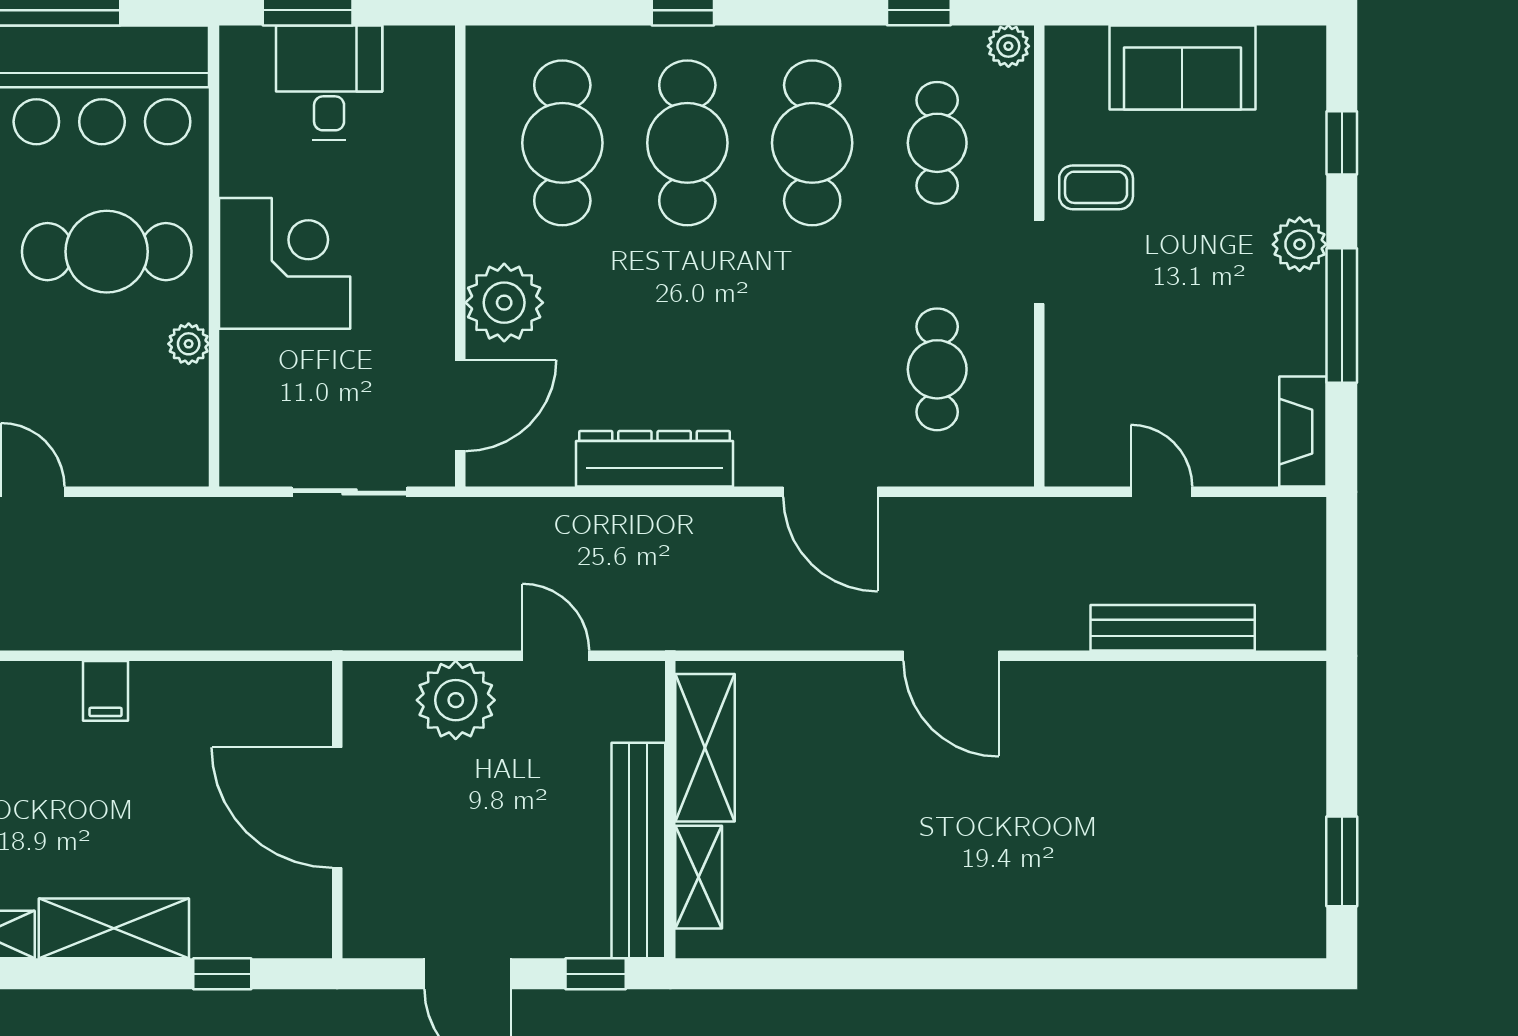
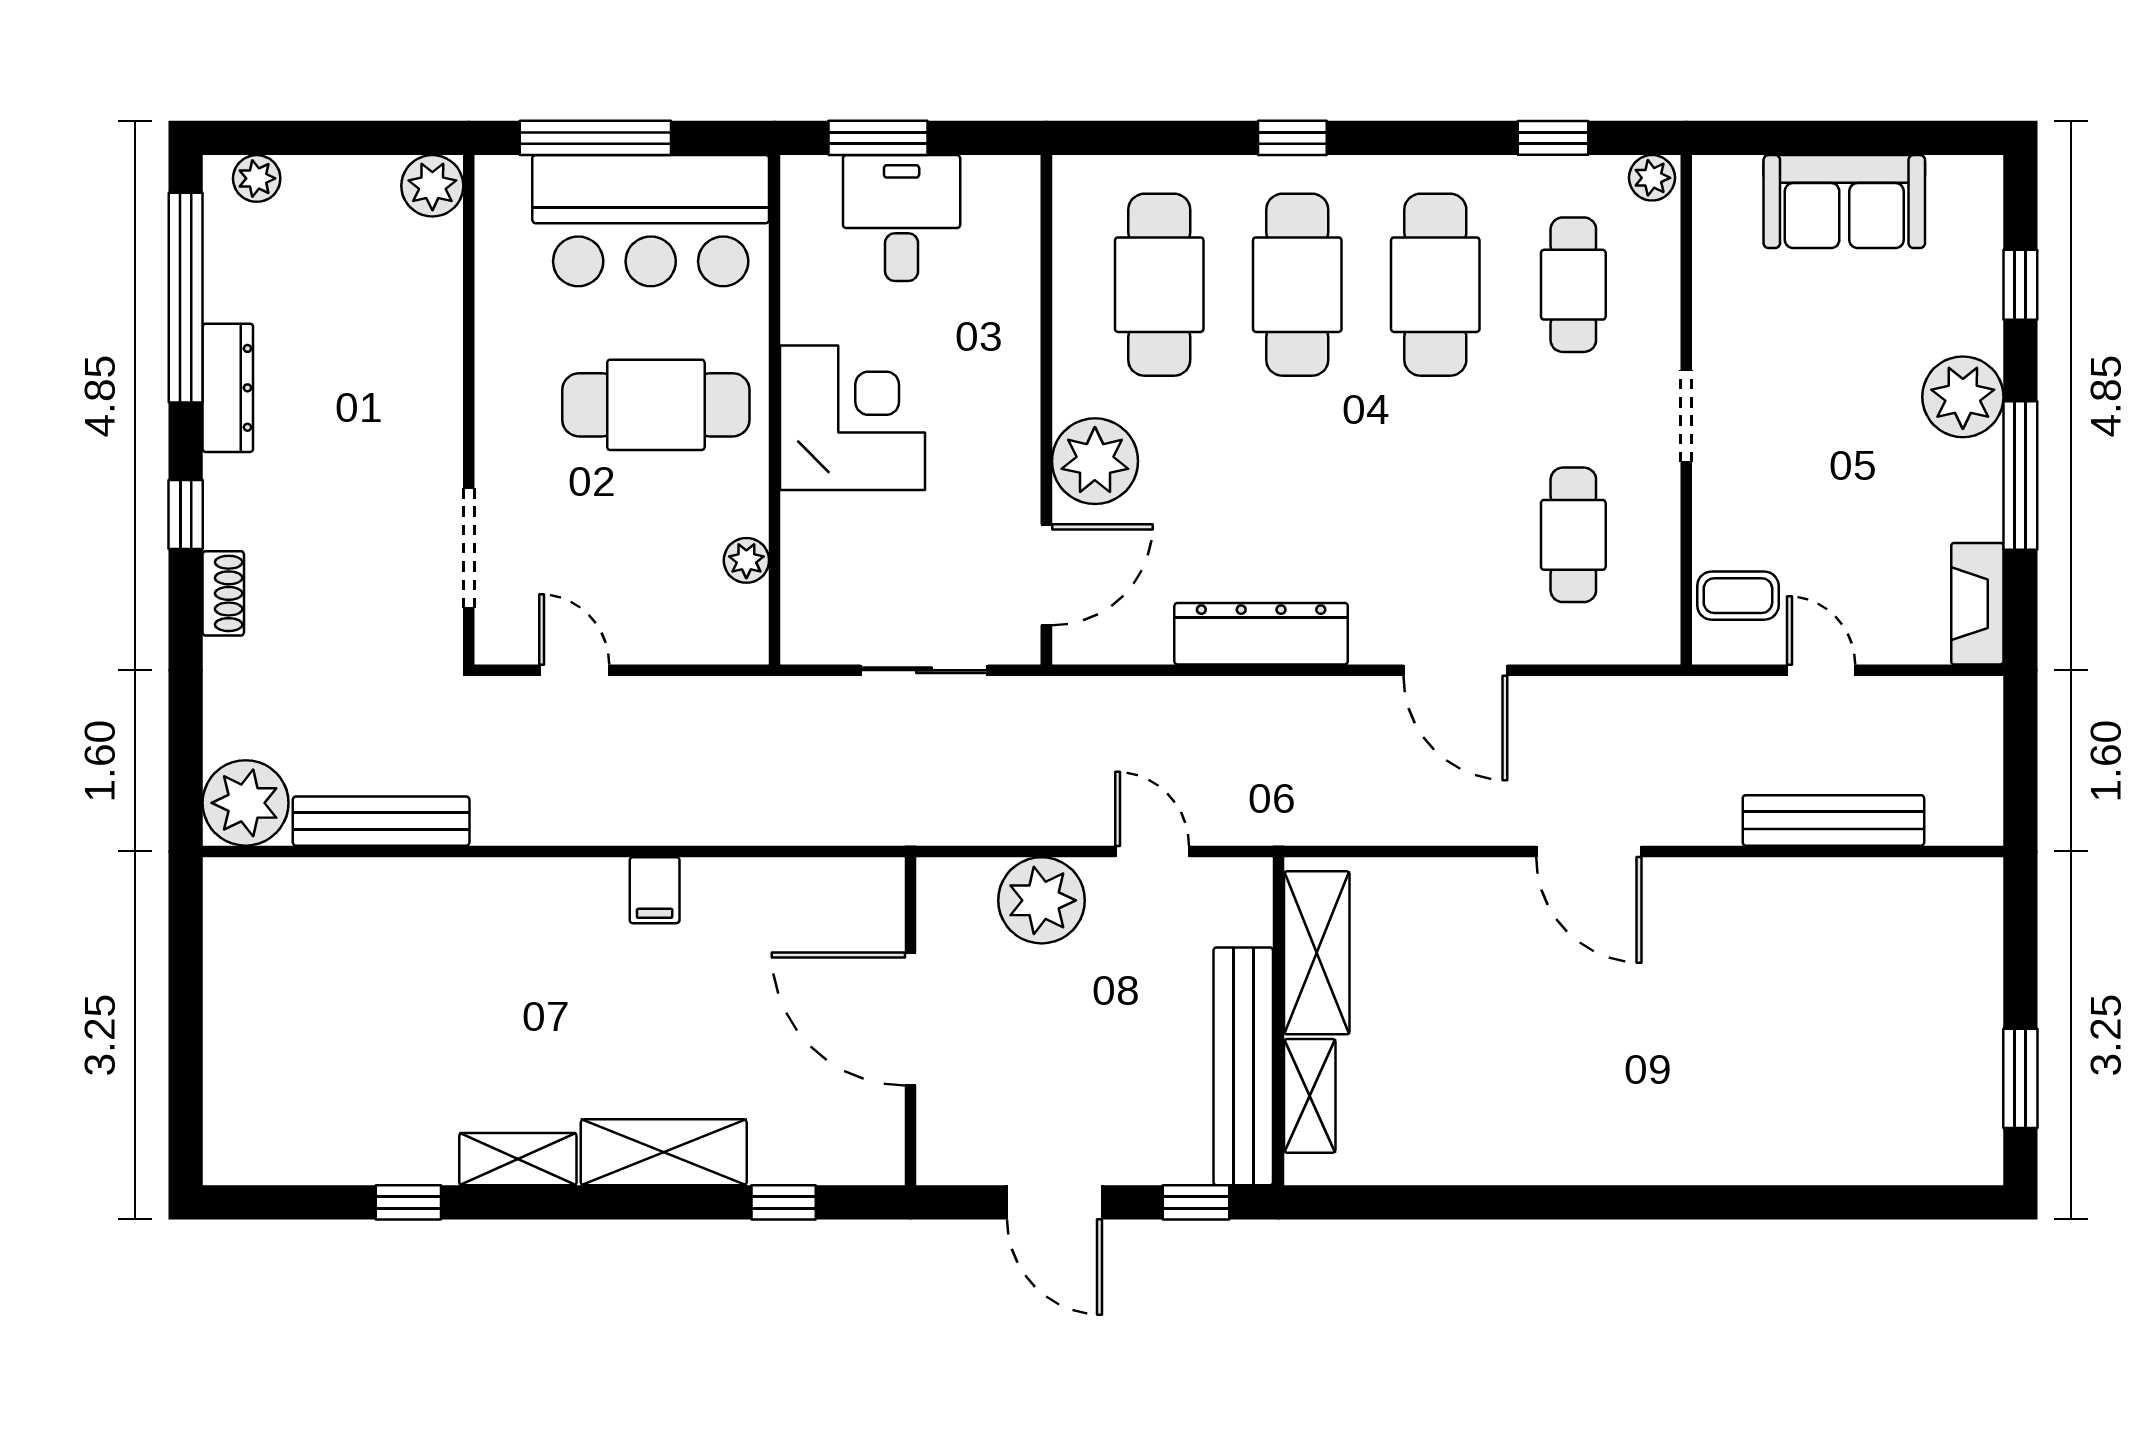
coffee table: (1096, 187) -> (1738, 596), moved
plant: (1300, 244) -> (1963, 397), width x1.36, depth x1.36
plant: (189, 344) -> (746, 560), moved

